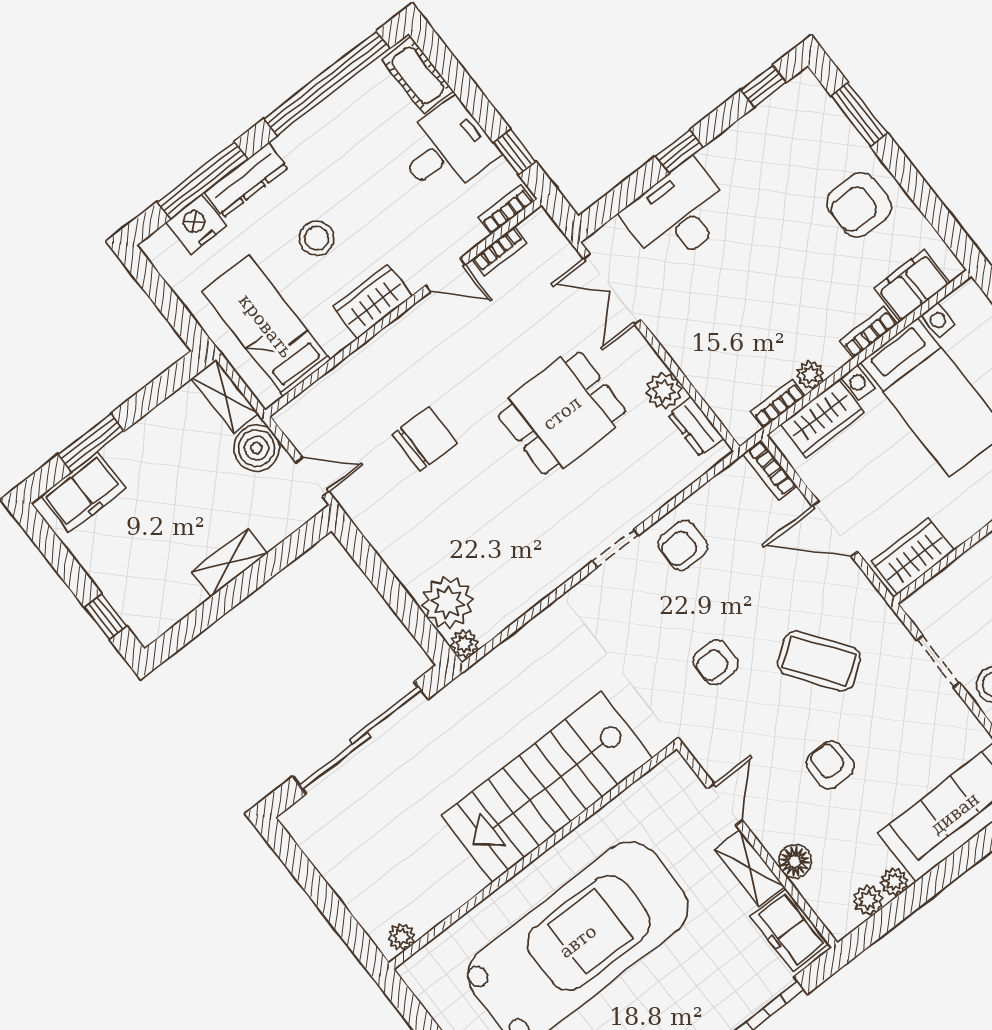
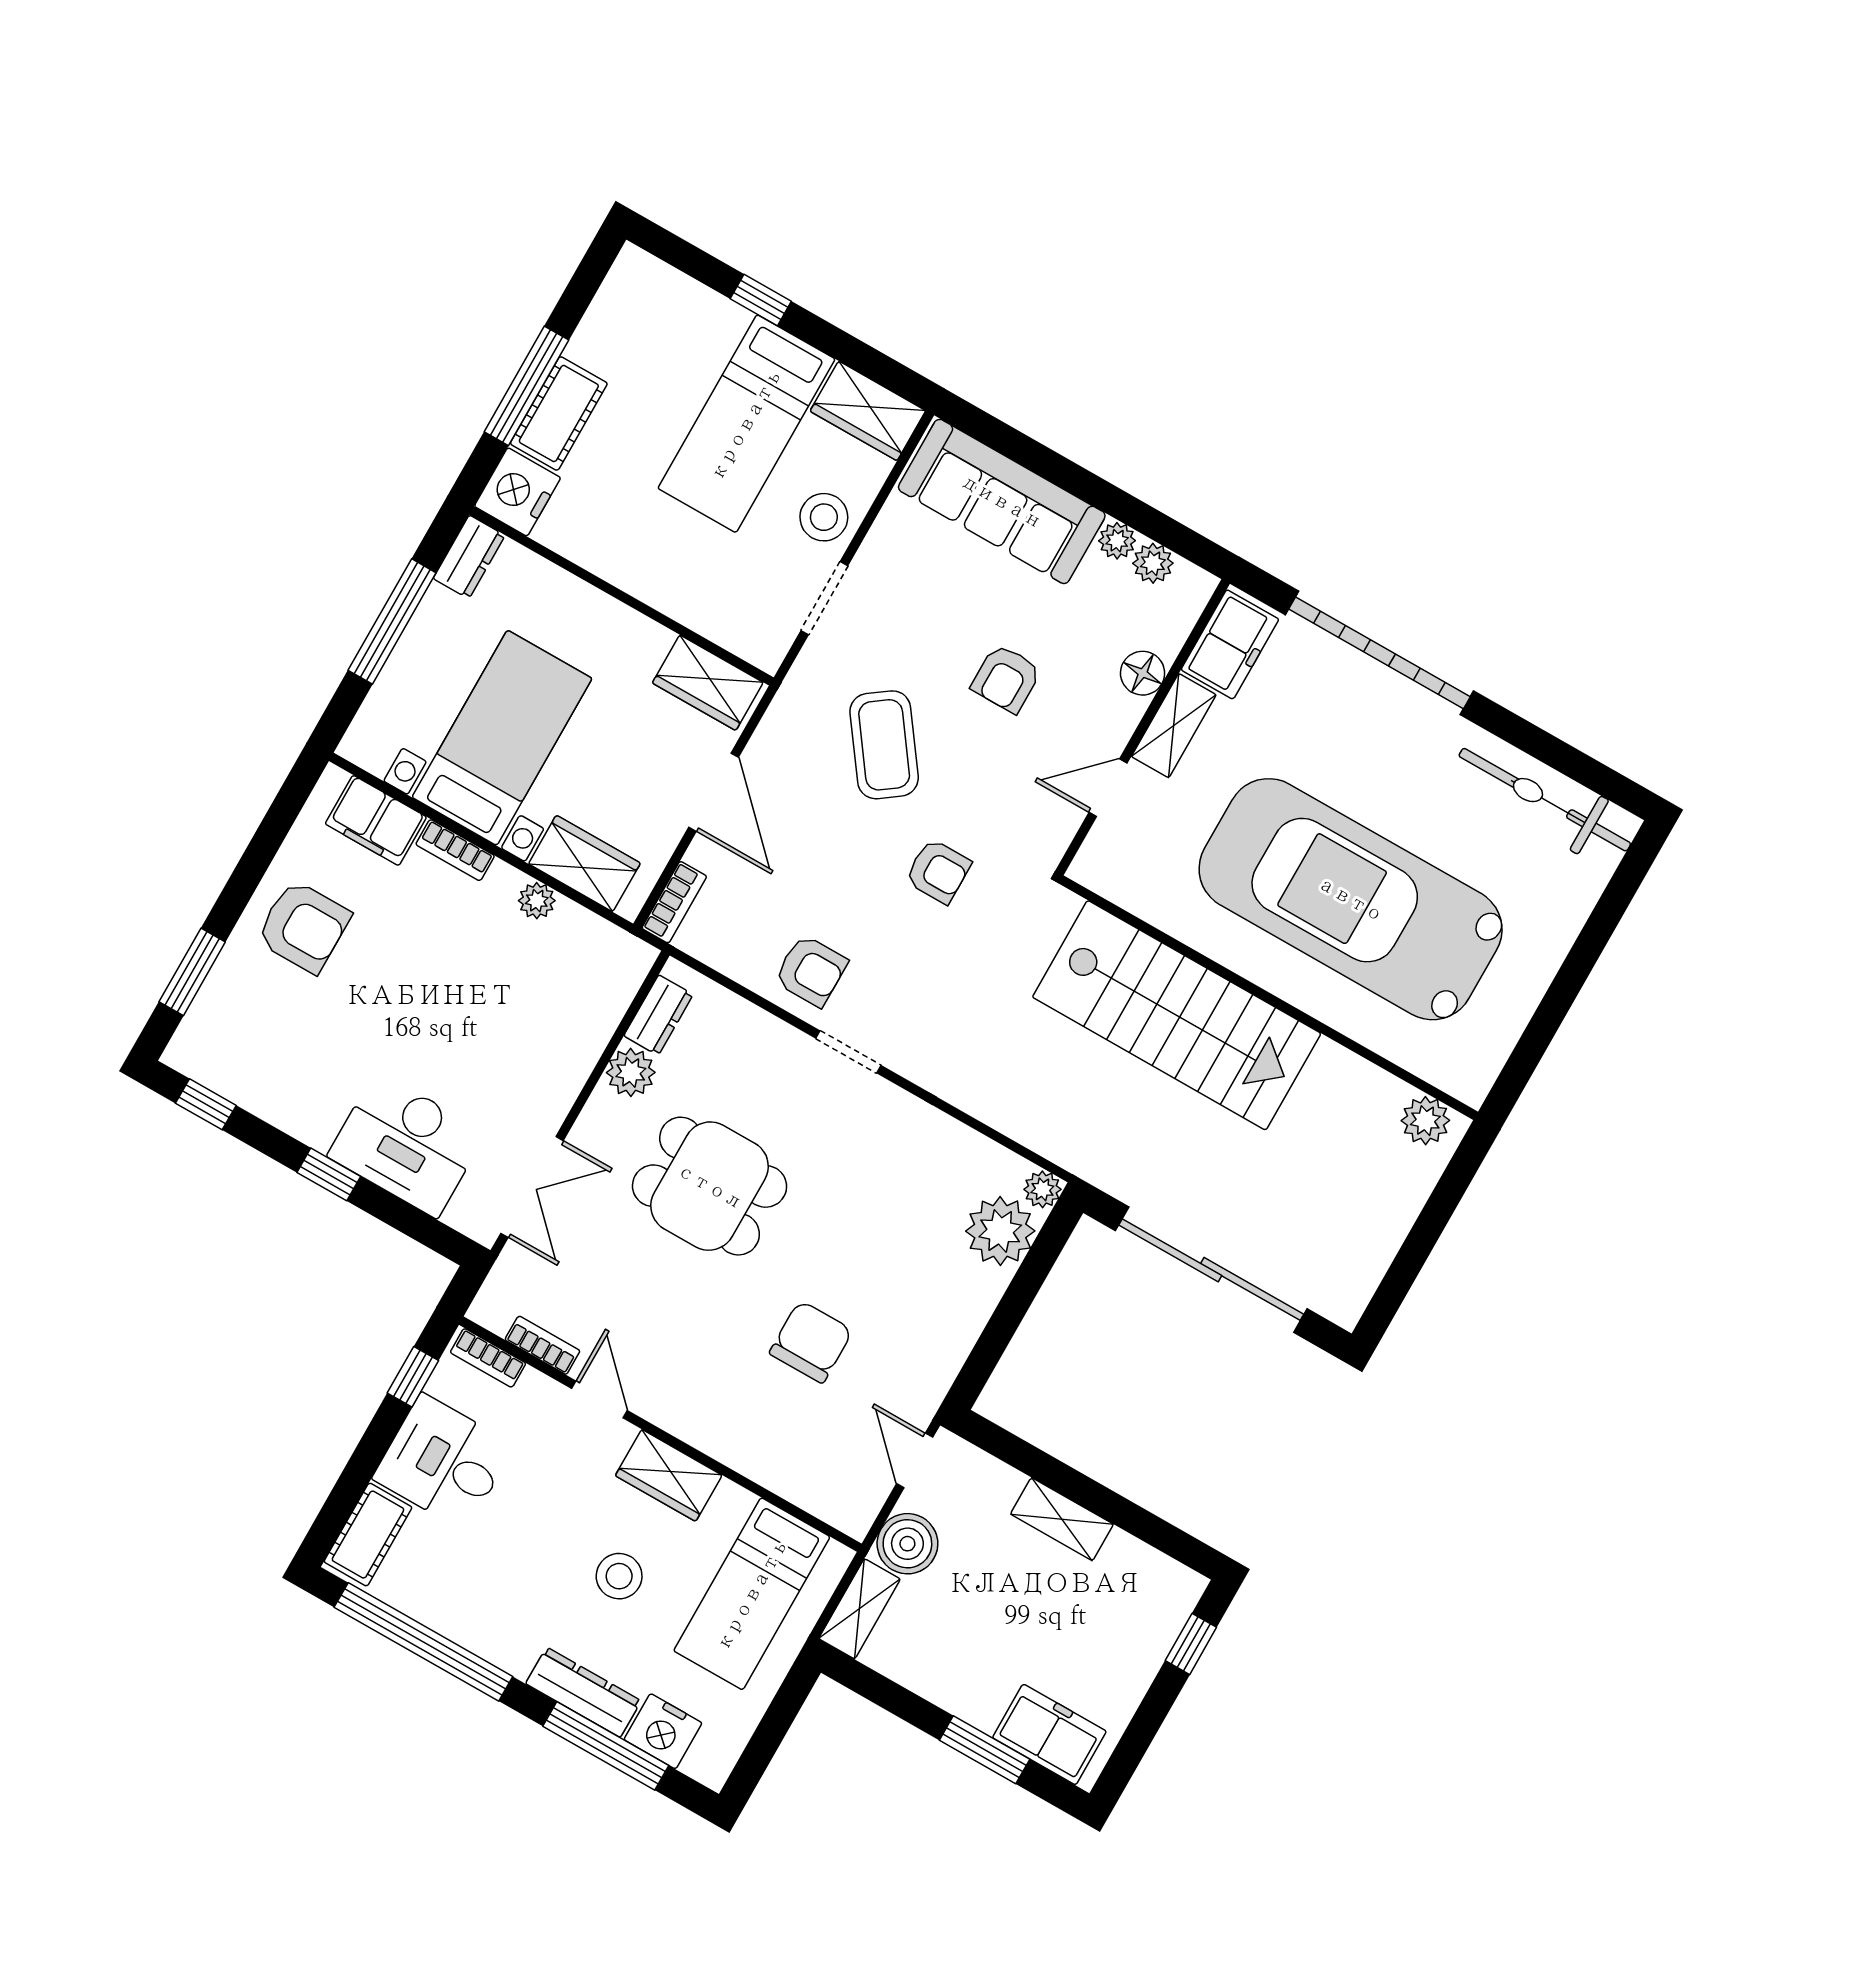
bookcase: (778, 404) -> (589, 926), removed
chair: (425, 439) -> (811, 1342), turned 90
plant: (402, 937) -> (1425, 1121), width x1.38, depth x1.38

